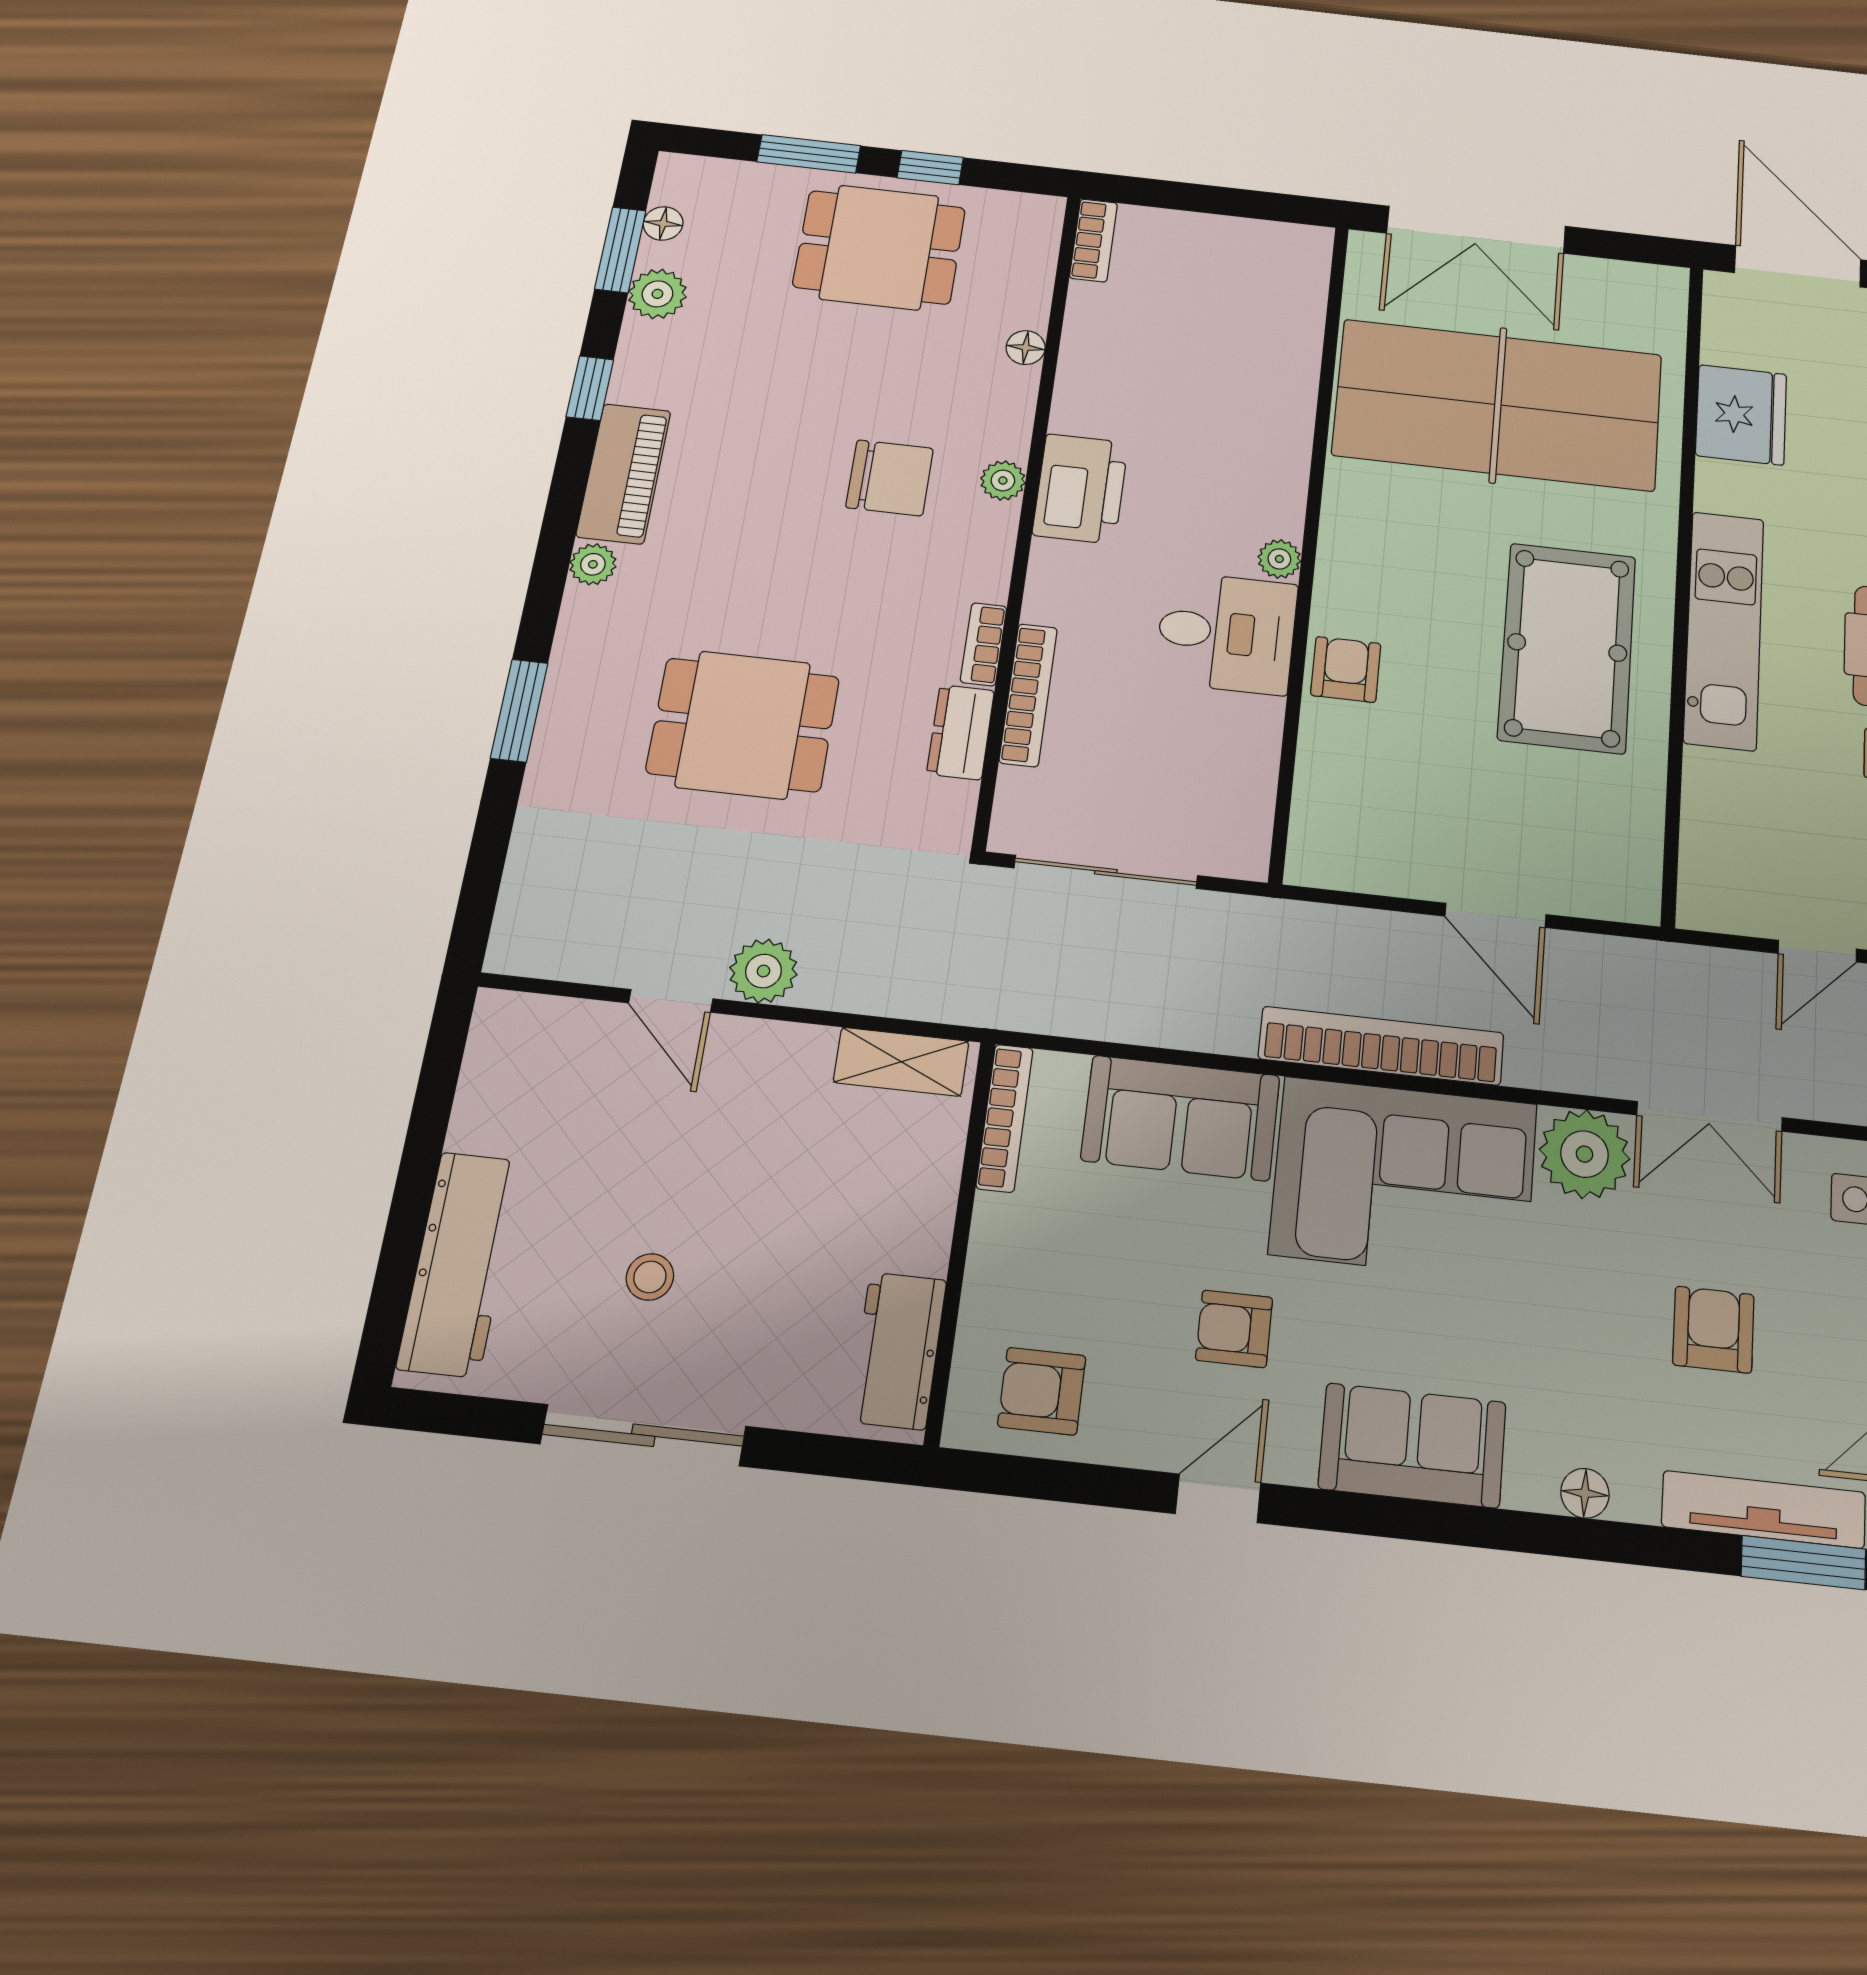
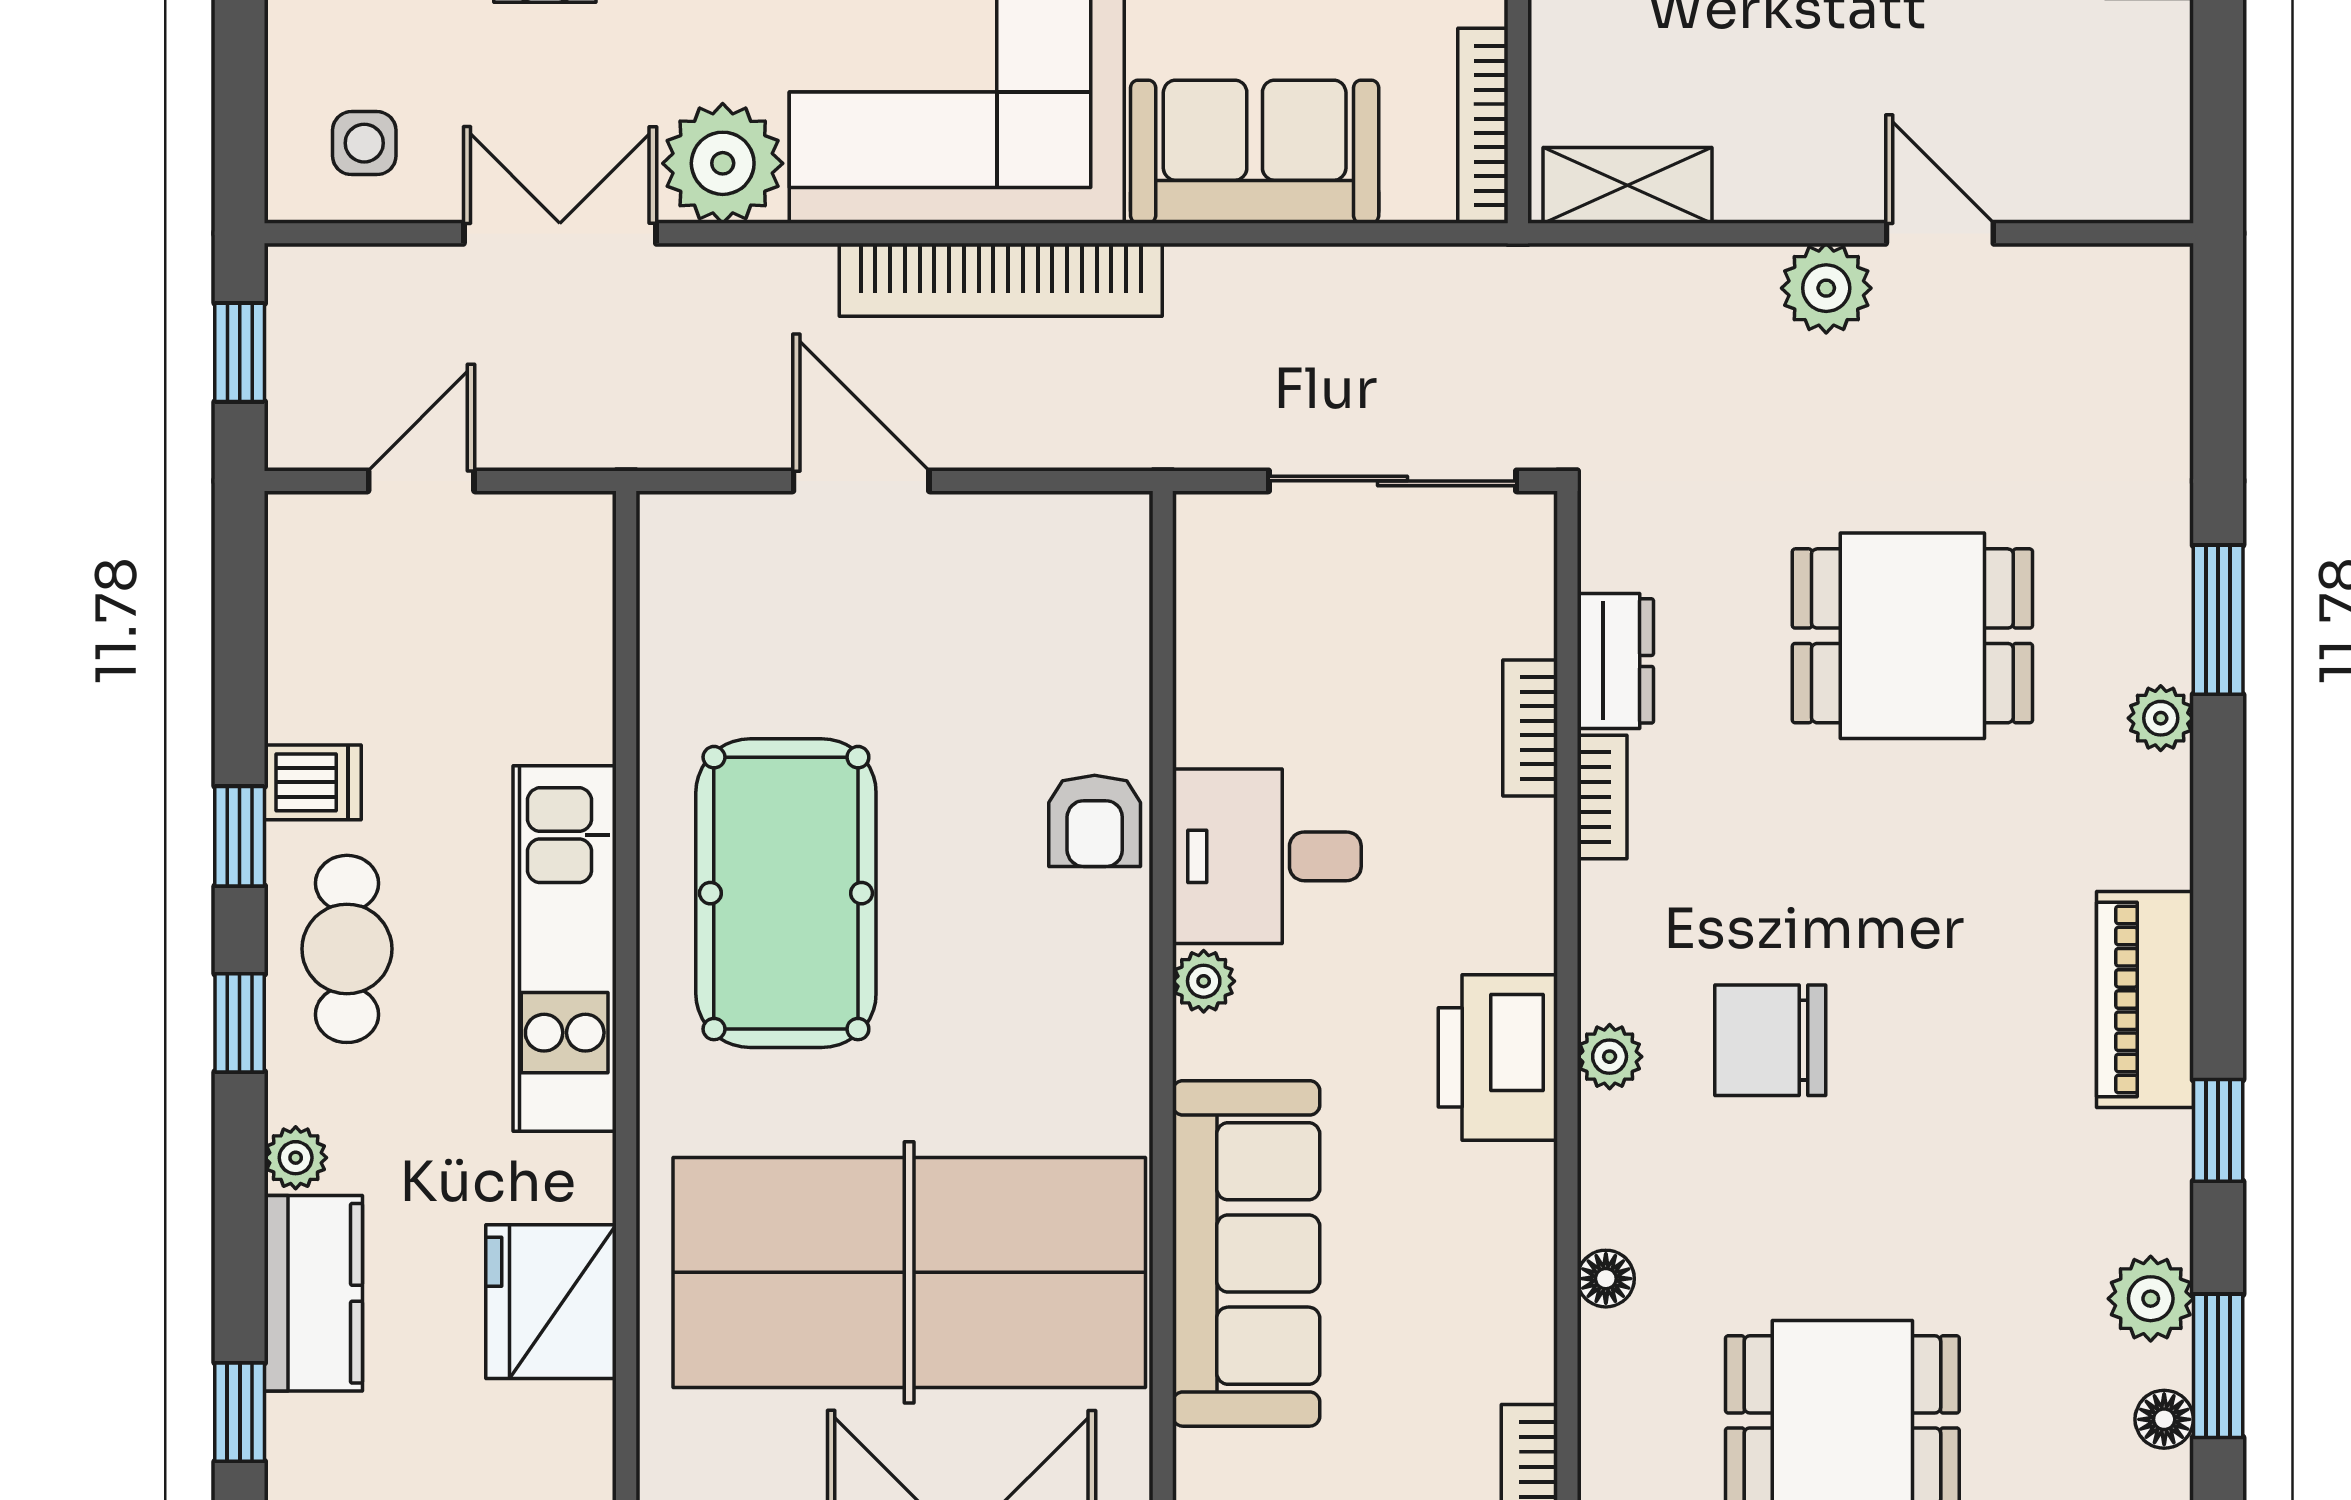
sofa: (1268, 390) -> (1246, 1253), added
plant: (593, 564) -> (2161, 718), moved
bookcase: (1028, 695) -> (1530, 728), width x0.64

